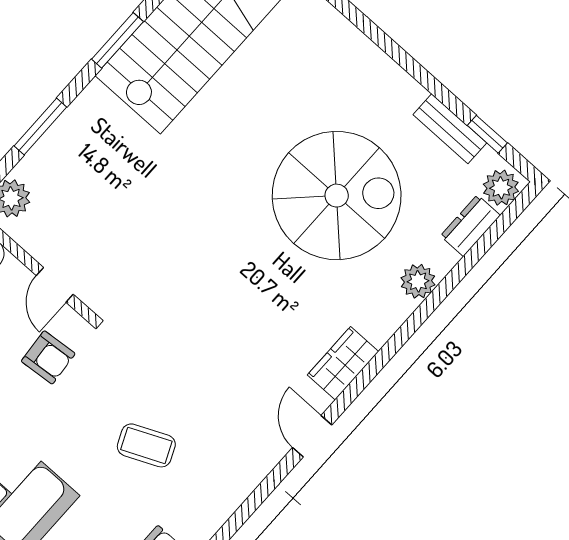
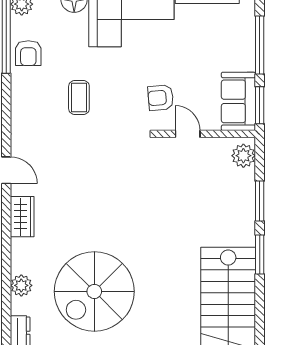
window: (117, 40) -> (260, 254), moved
coffee table: (146, 445) -> (79, 98), turned -66

